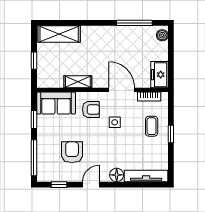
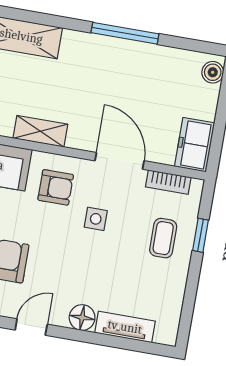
window: (134, 23) -> (125, 33), moved
window: (171, 134) -> (201, 235), moved
tv unit: (146, 176) -> (125, 327), width x0.71

